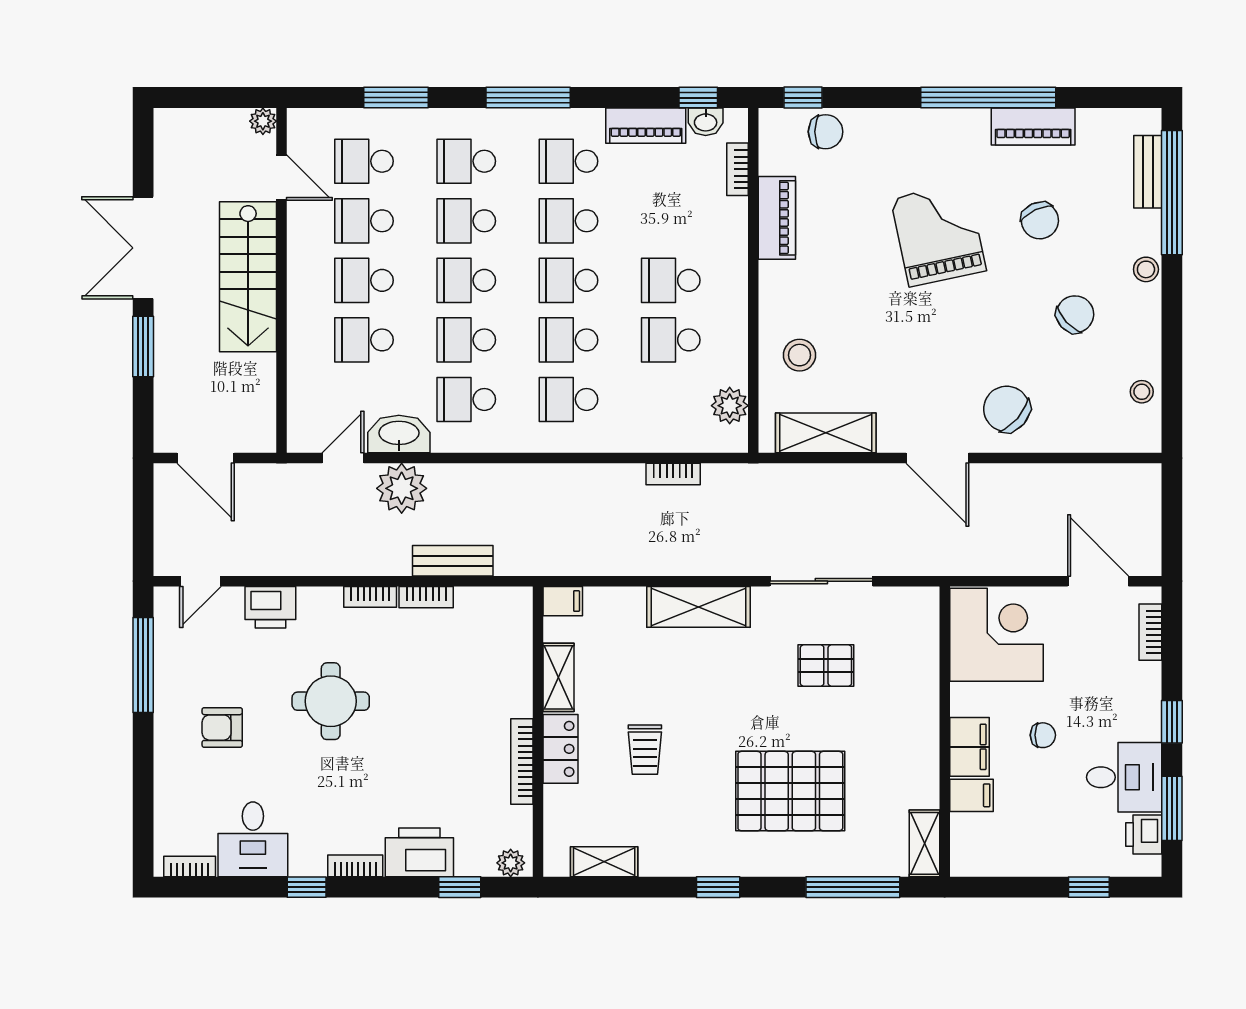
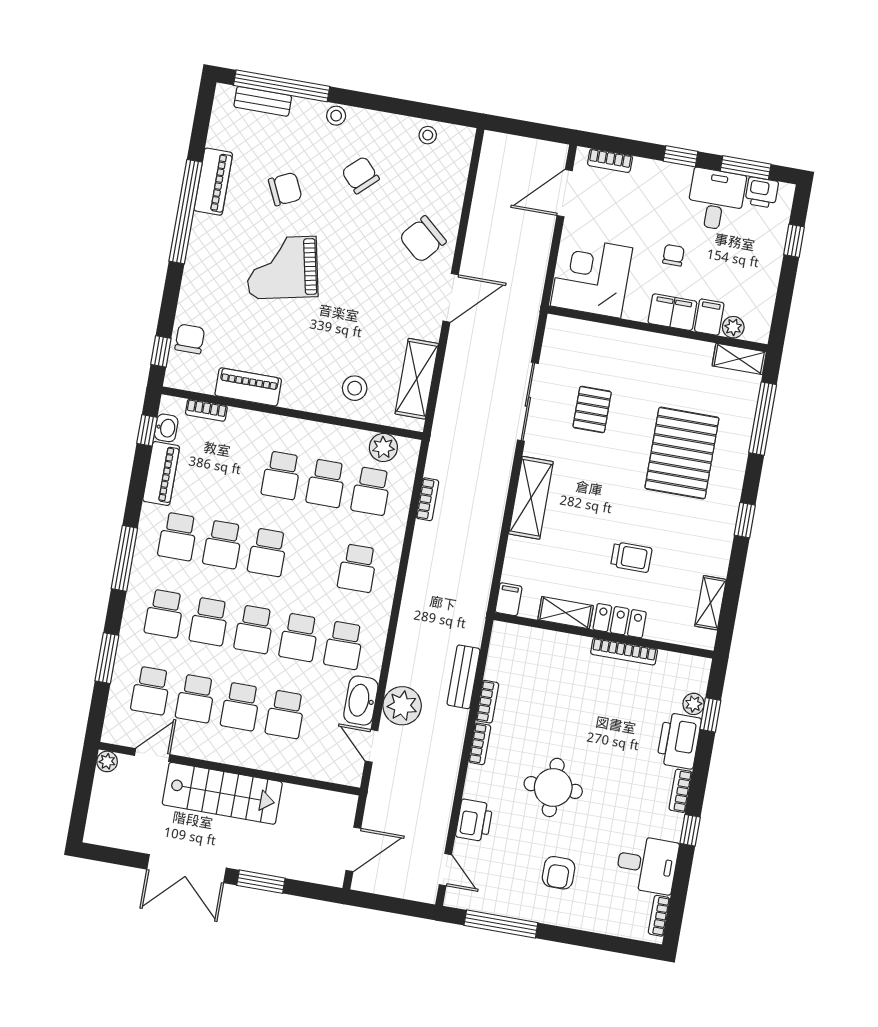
school desk: (569, 340) -> (371, 491), moved
plant: (964, 828) -> (733, 327), added
plant: (511, 863) -> (694, 704), moved

